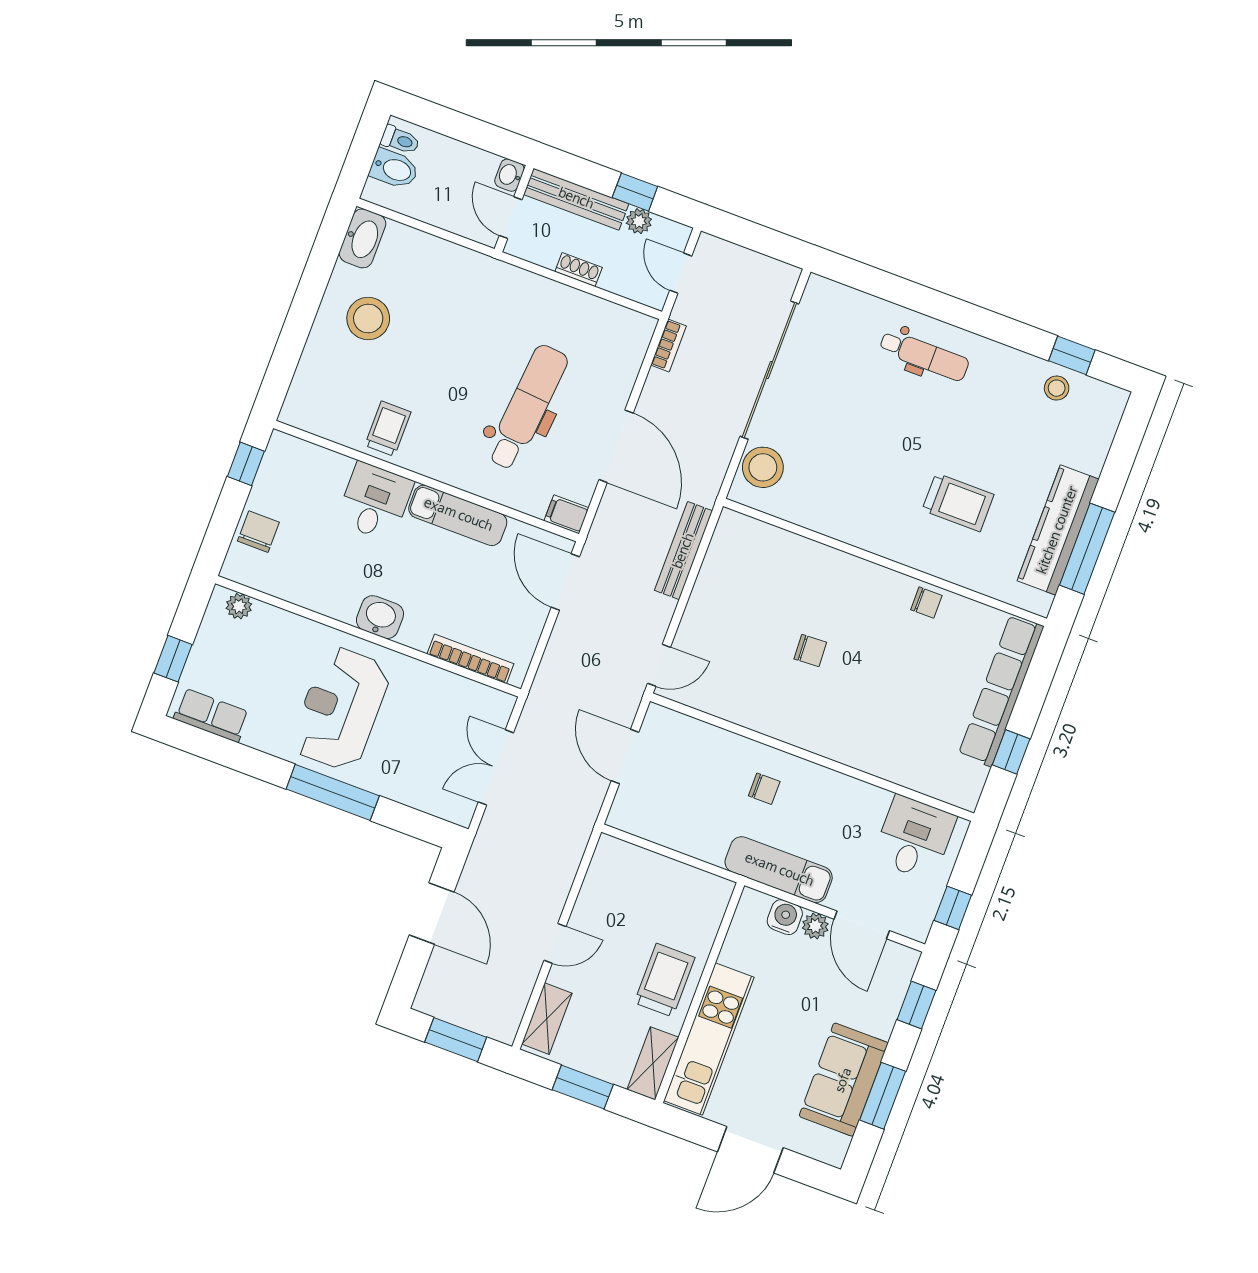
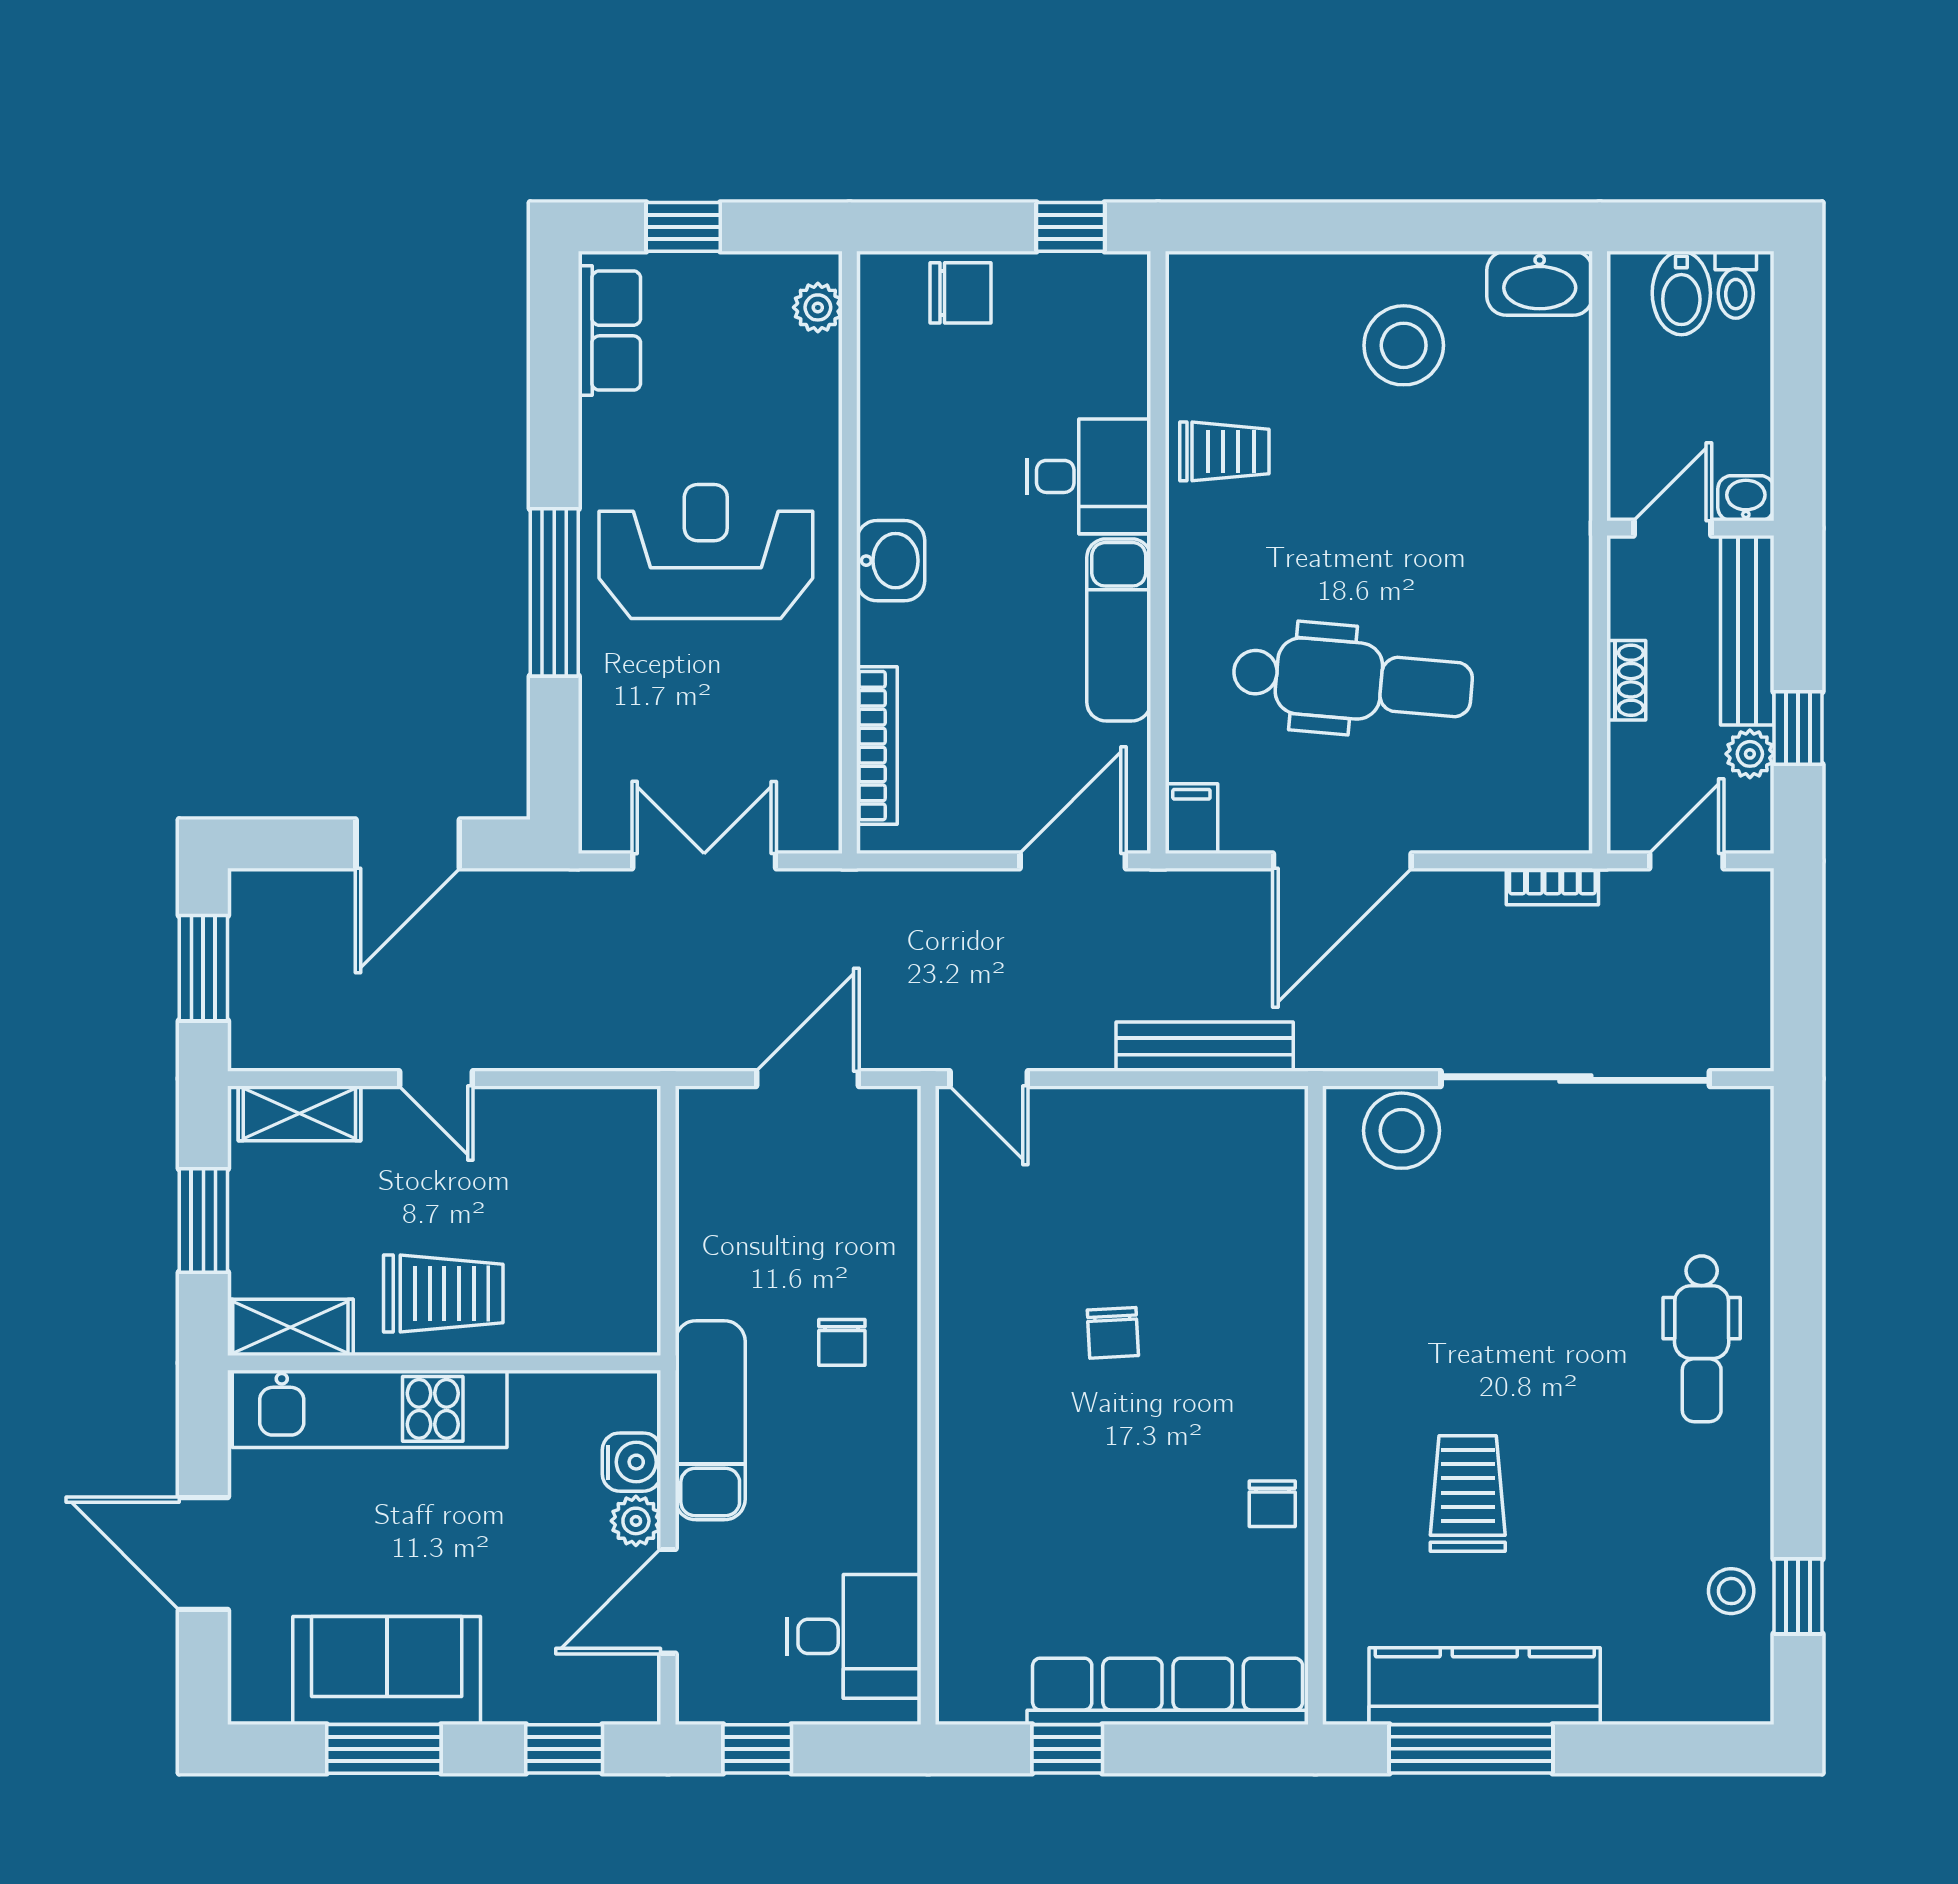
trolley: (958, 502) -> (1468, 1494), turned 180

